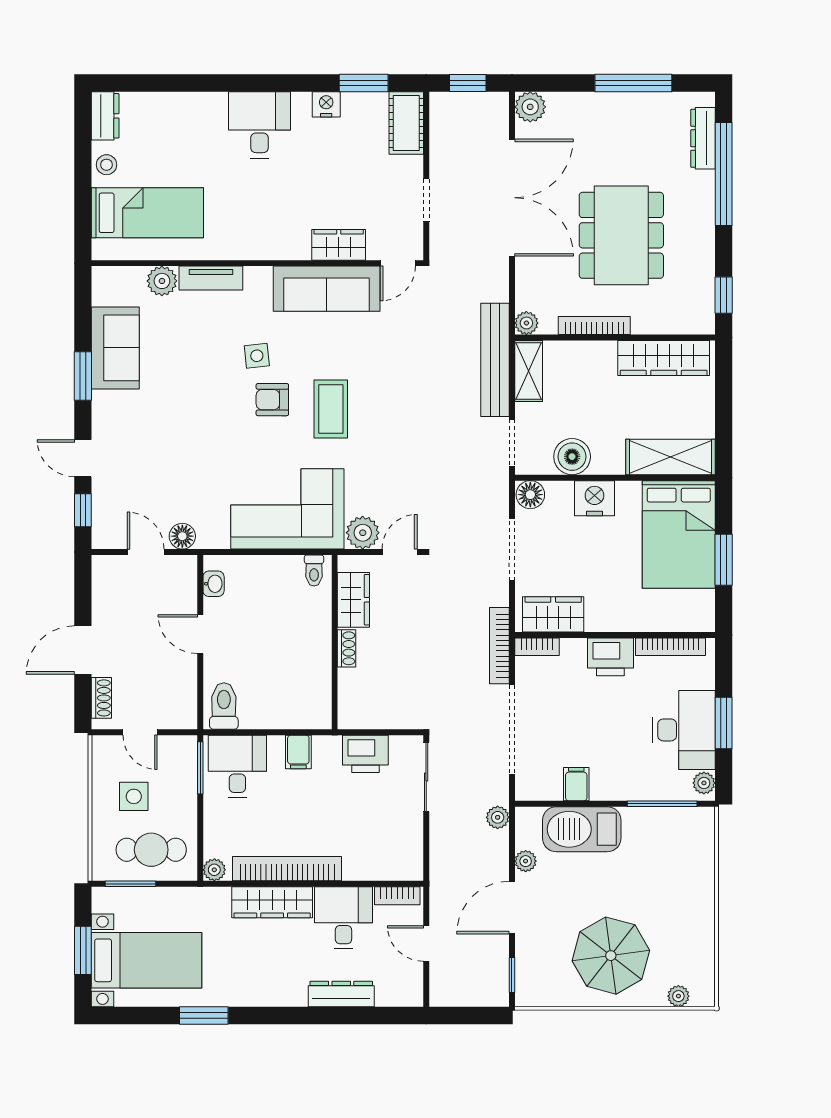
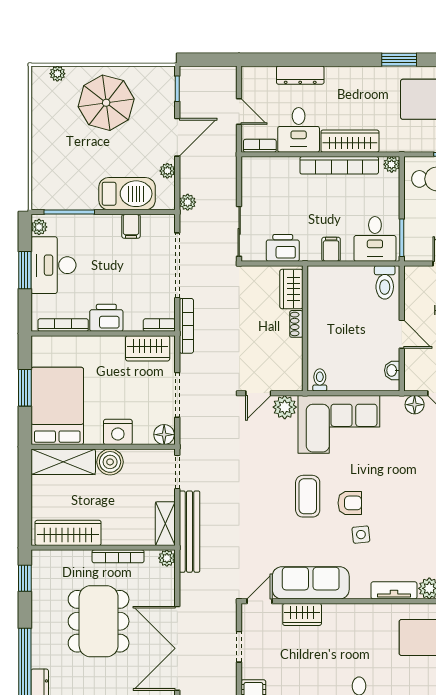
boiler: (572, 457) -> (110, 462), moved
wardrobe: (353, 600) -> (291, 289), moved

